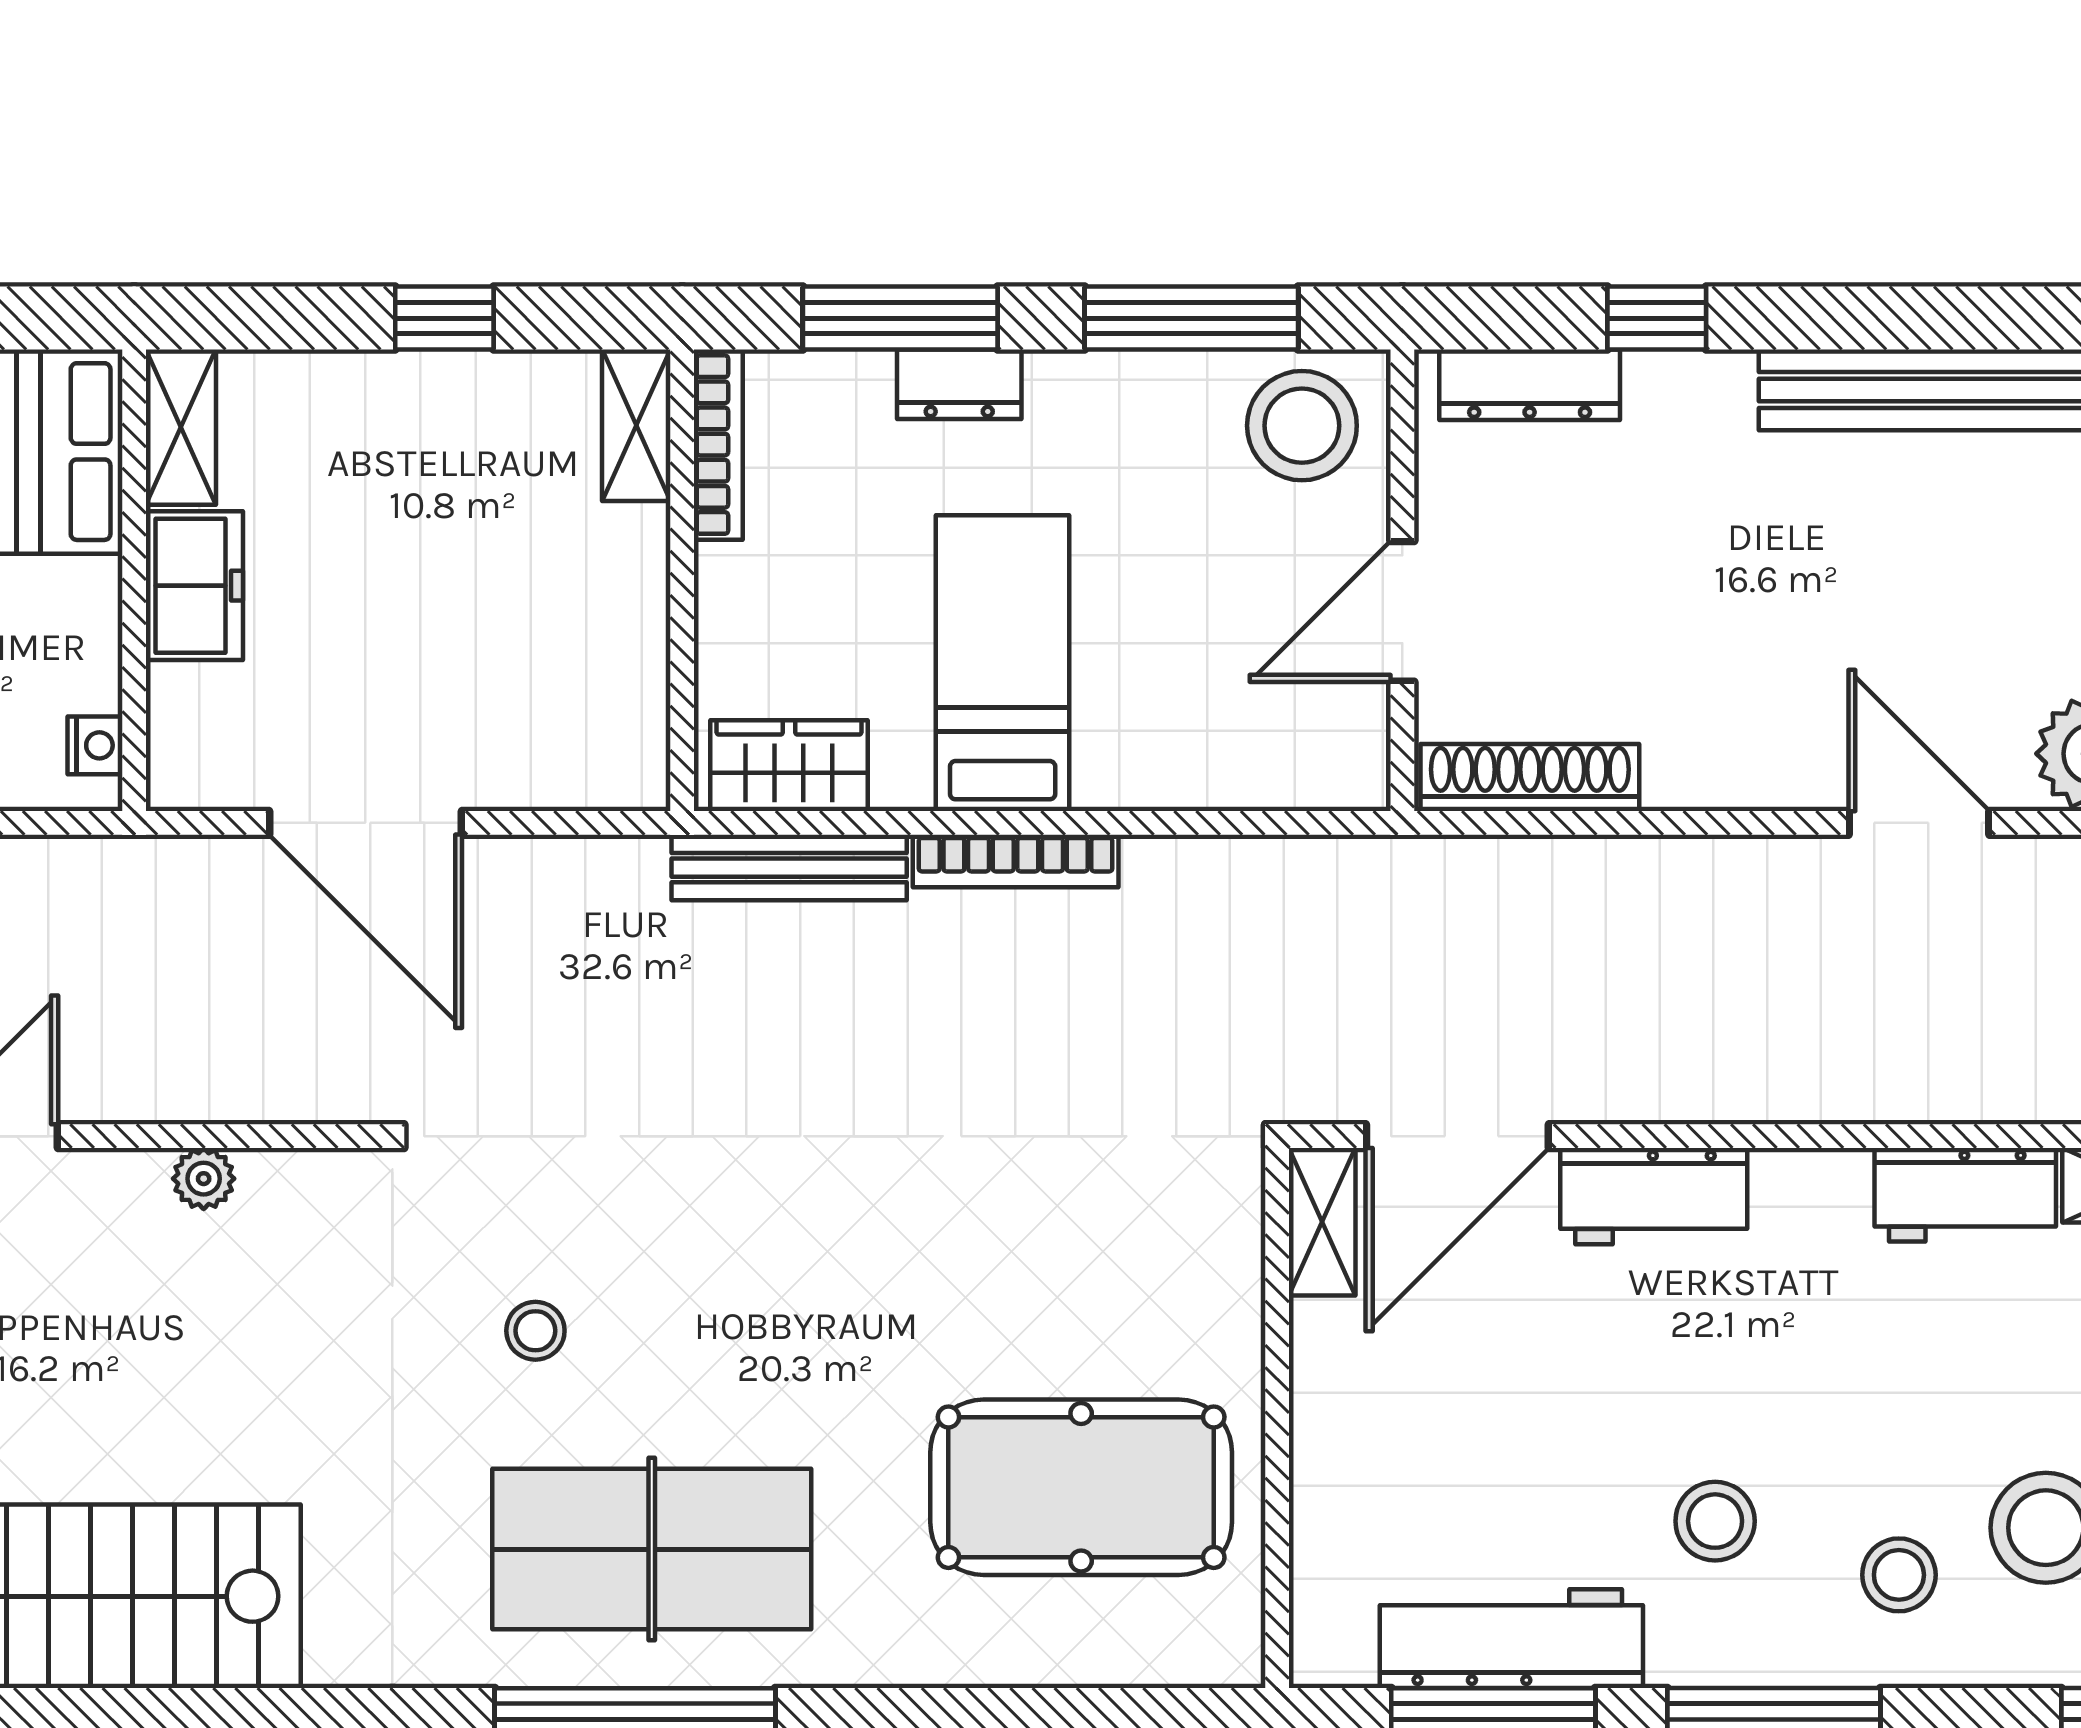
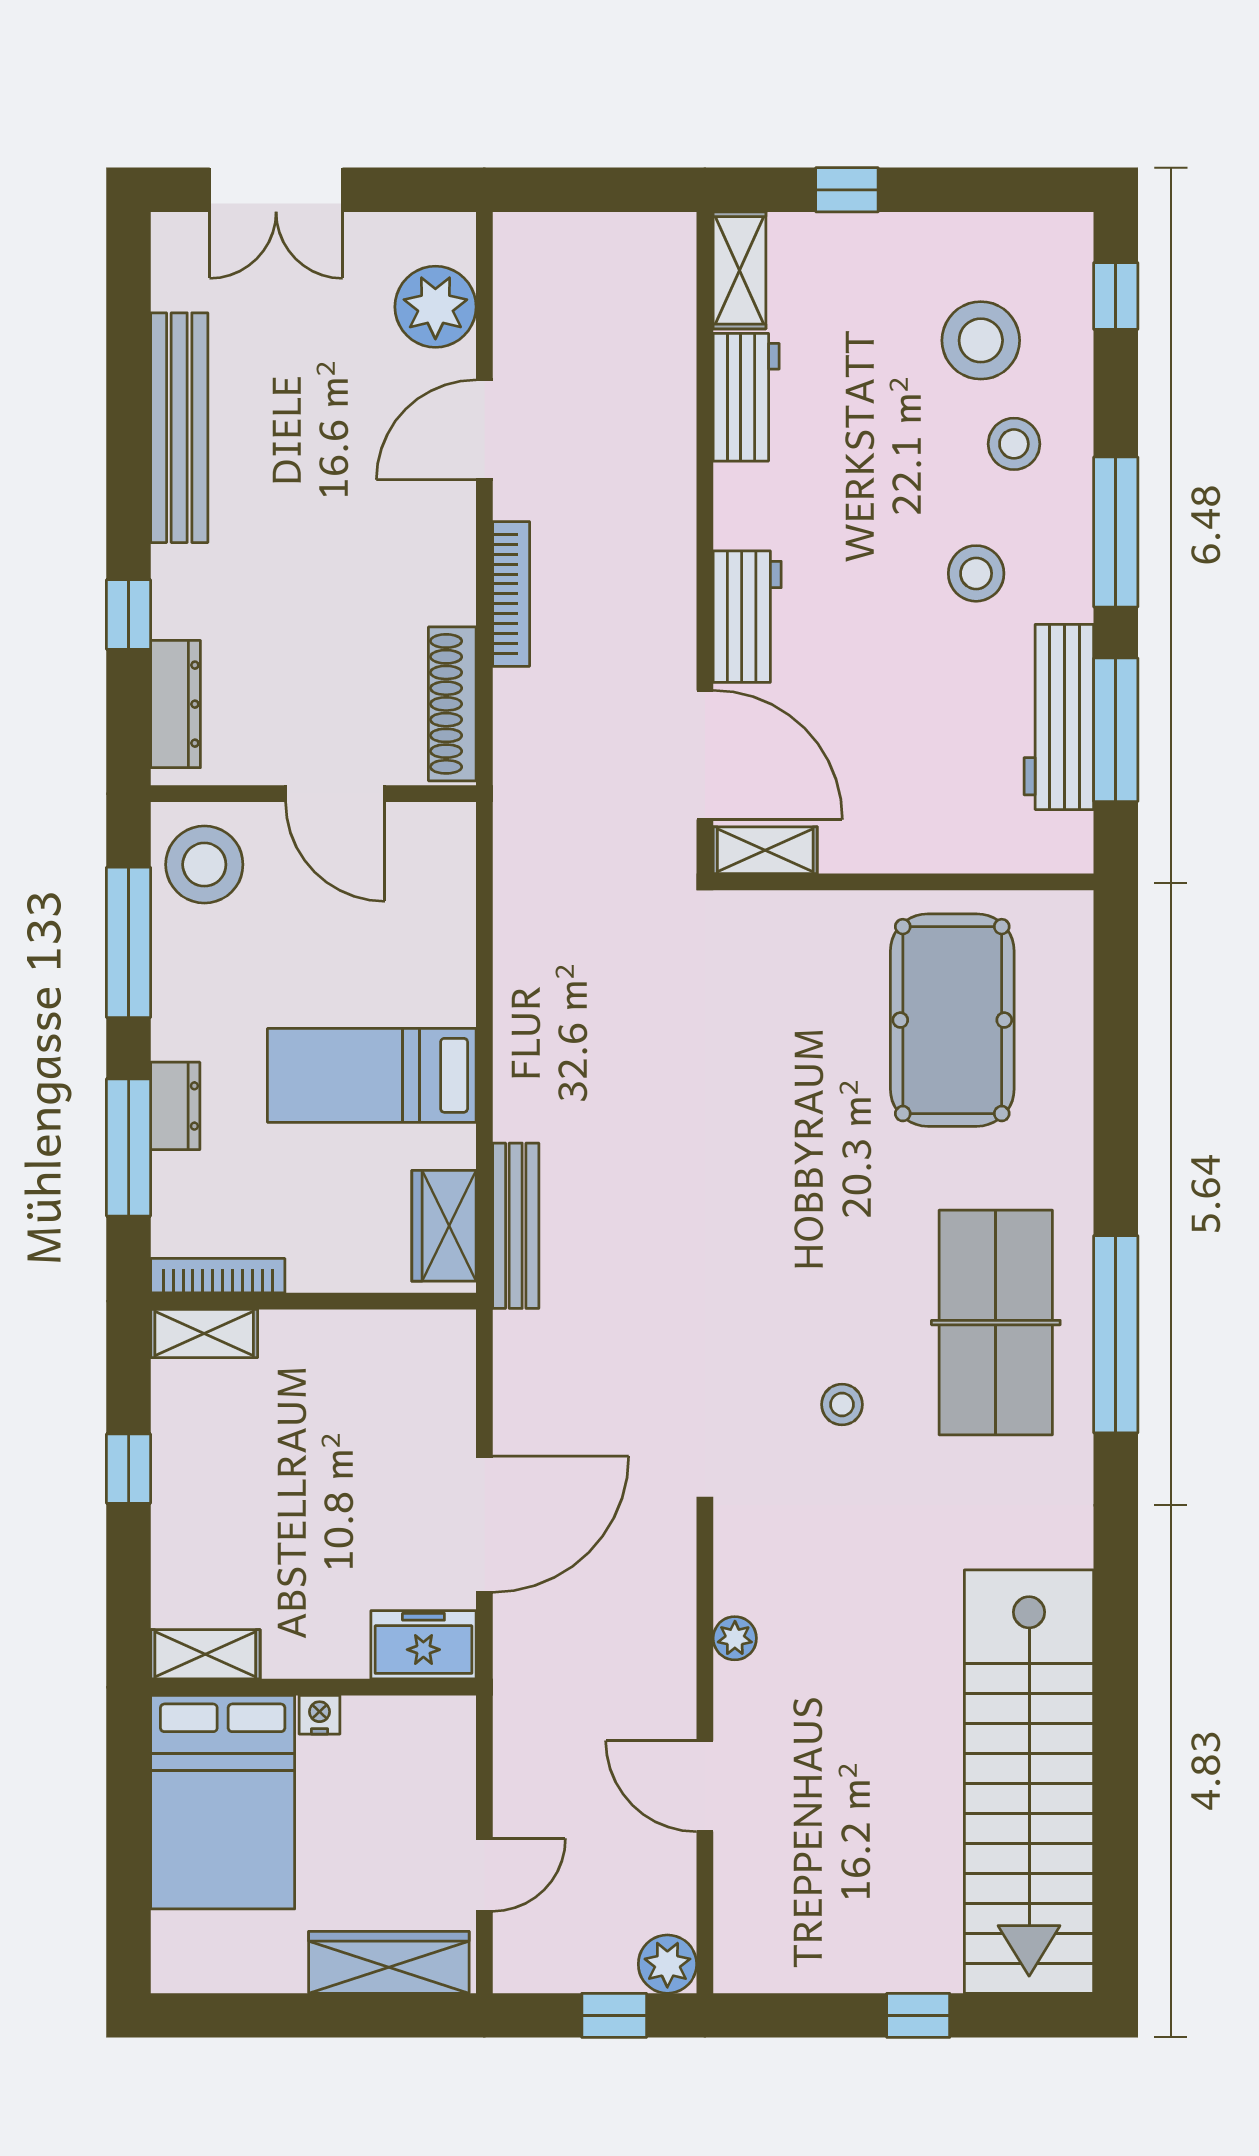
freezer: (194, 586) -> (423, 1645), moved
nightstand: (95, 745) -> (320, 1715), moved
bookcase: (1016, 861) -> (511, 594), moved

